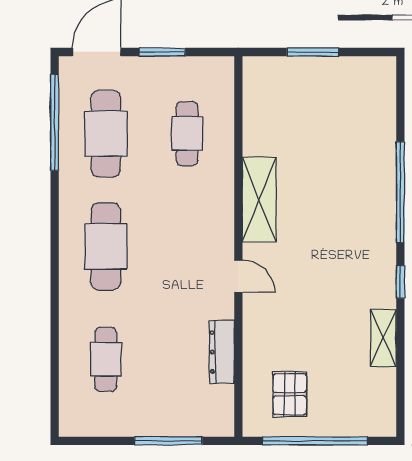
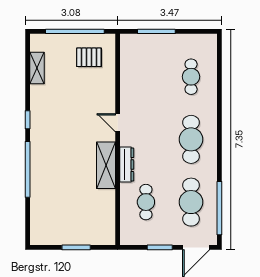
shelving: (383, 338) -> (37, 68), moved
dresser: (222, 352) -> (127, 165), moved
pallet: (290, 394) -> (89, 57), turned 90

